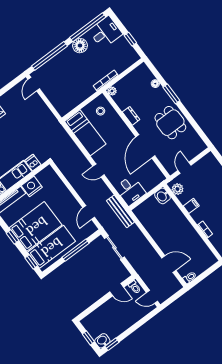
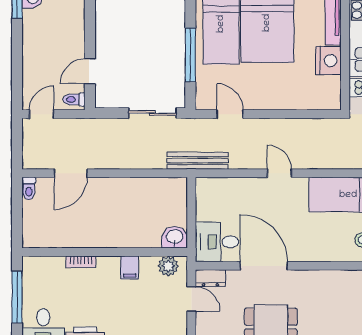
dresser: (131, 116) -> (210, 278), moved
door: (99, 171) -> (279, 173), hinge flipped
desk: (130, 190) -> (217, 242), moved

